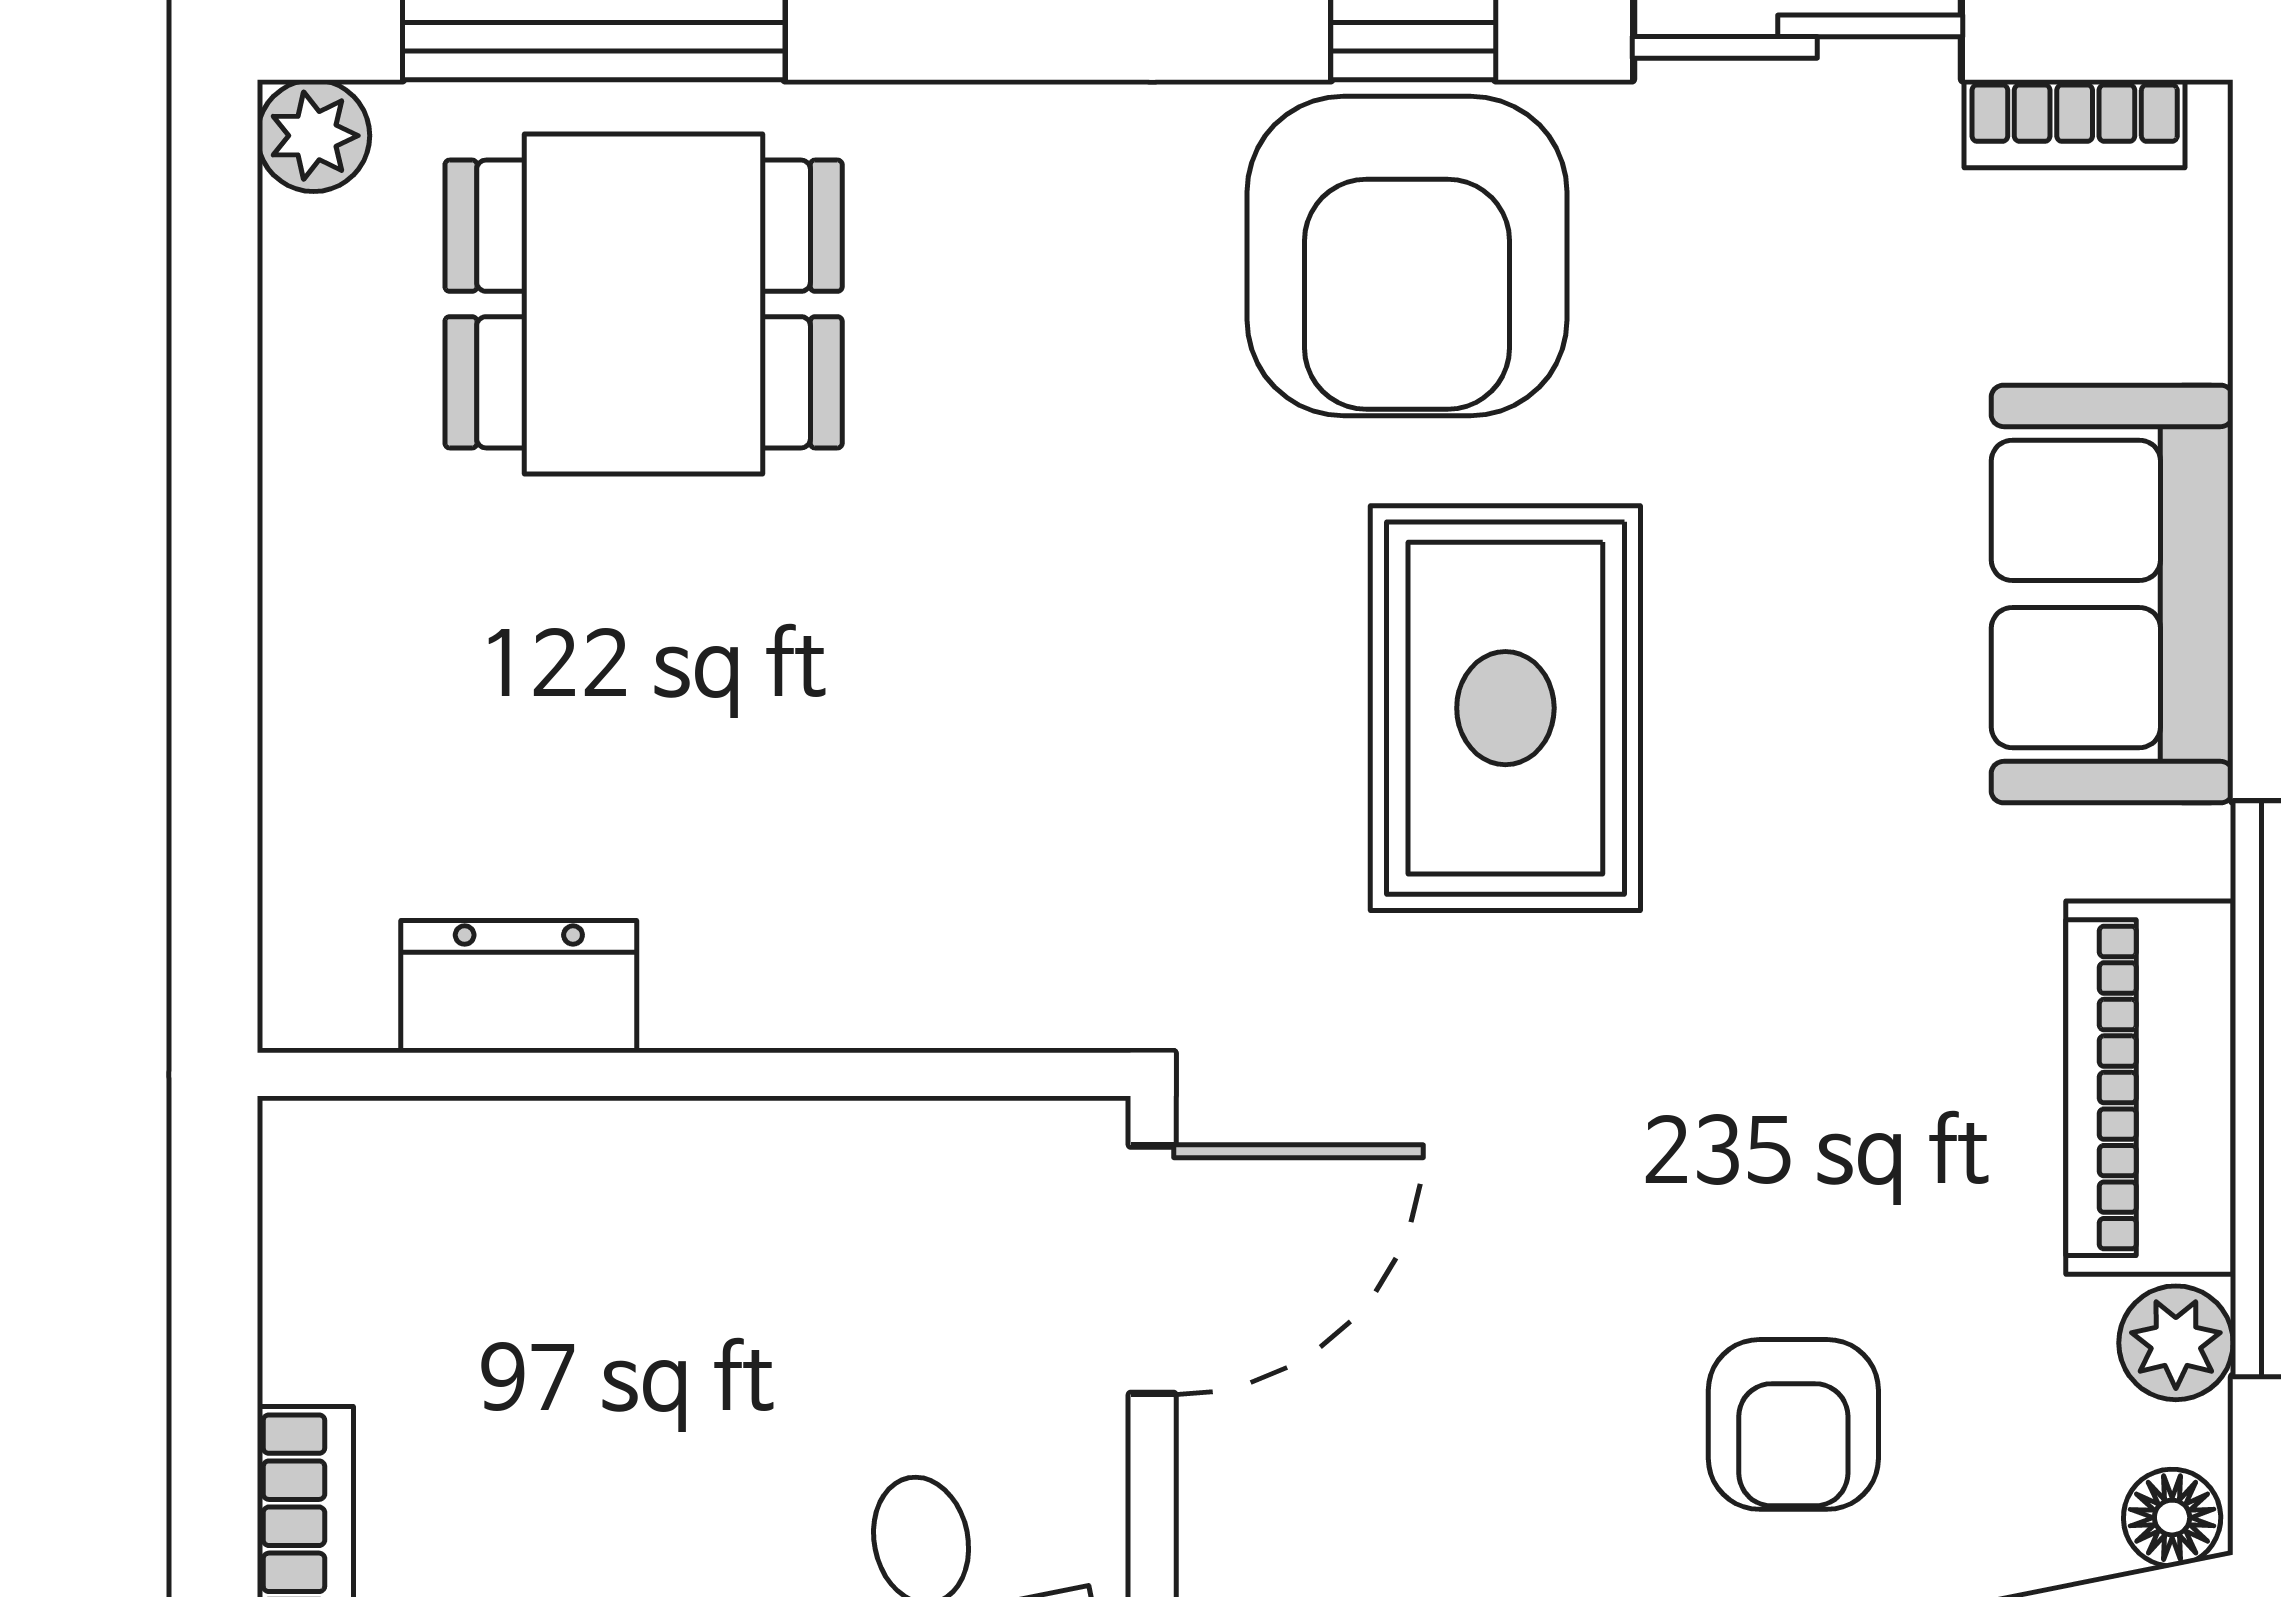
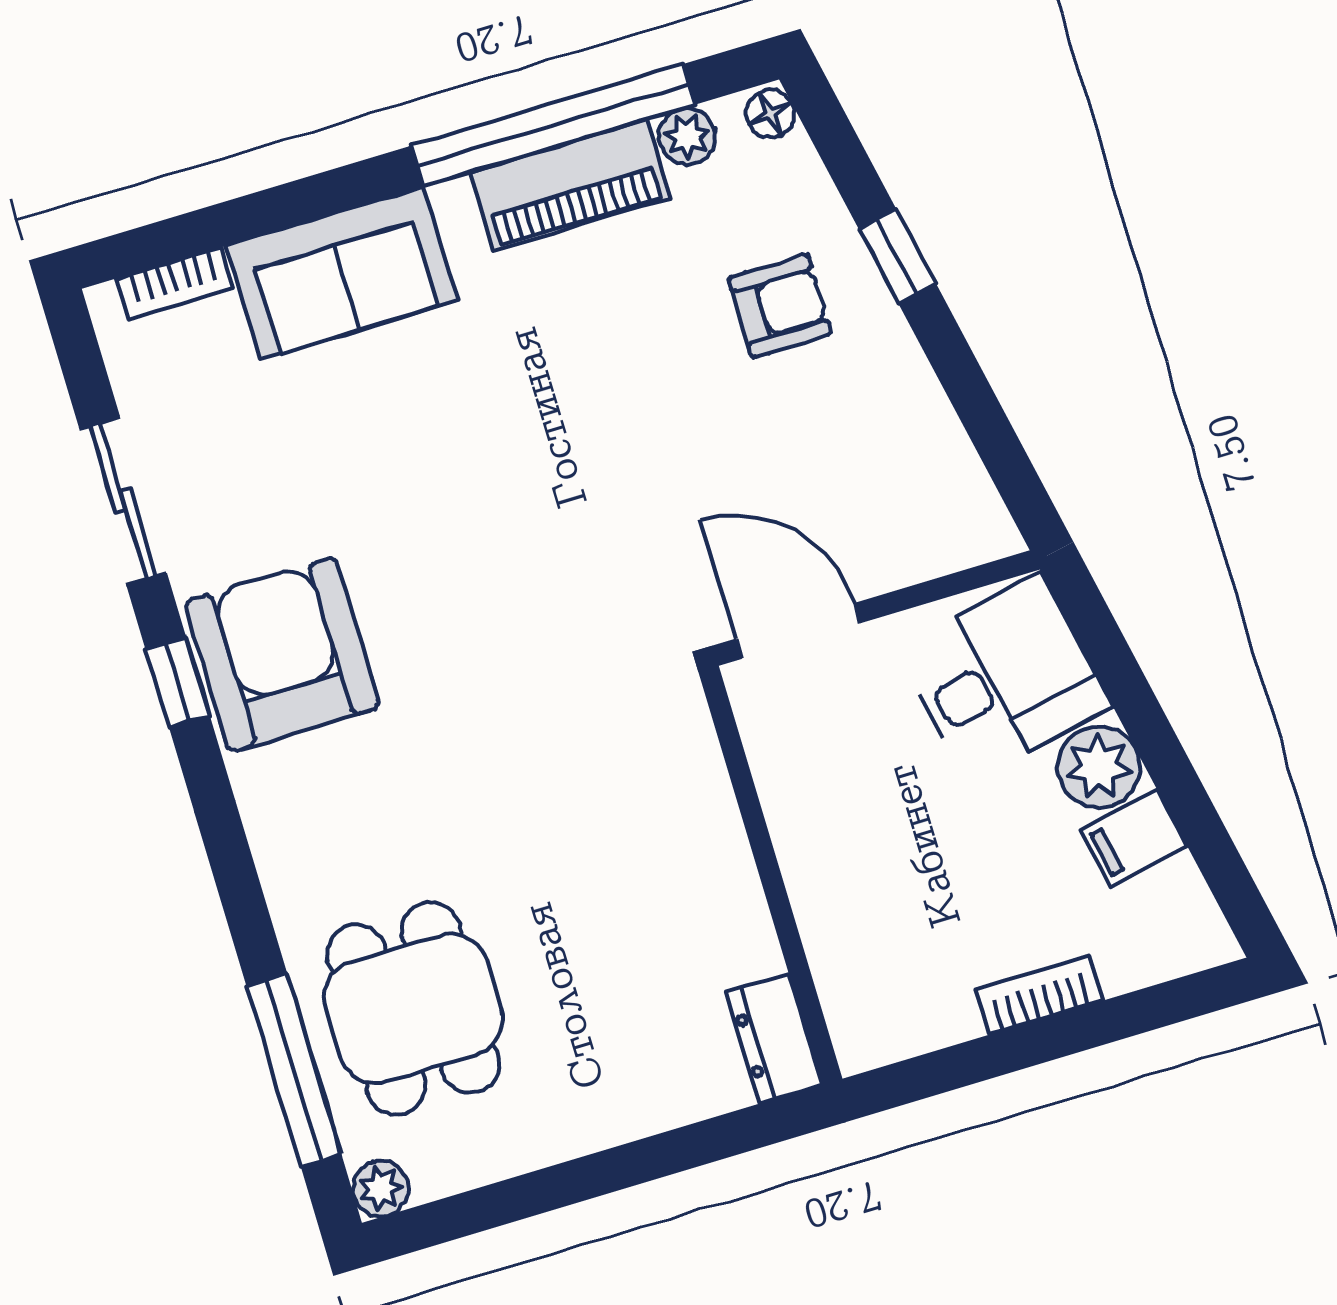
bookcase: (2075, 124) -> (175, 284), moved, turned 90
armchair: (1407, 256) -> (282, 654), turned -90
rug: (1505, 708) -> (482, 544), removed
dresser: (519, 987) -> (774, 1039), moved

